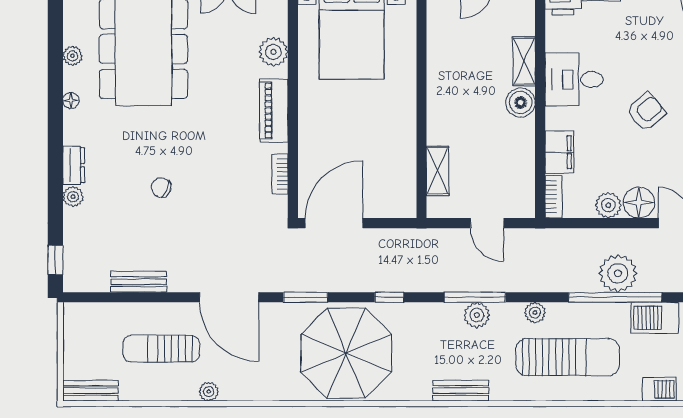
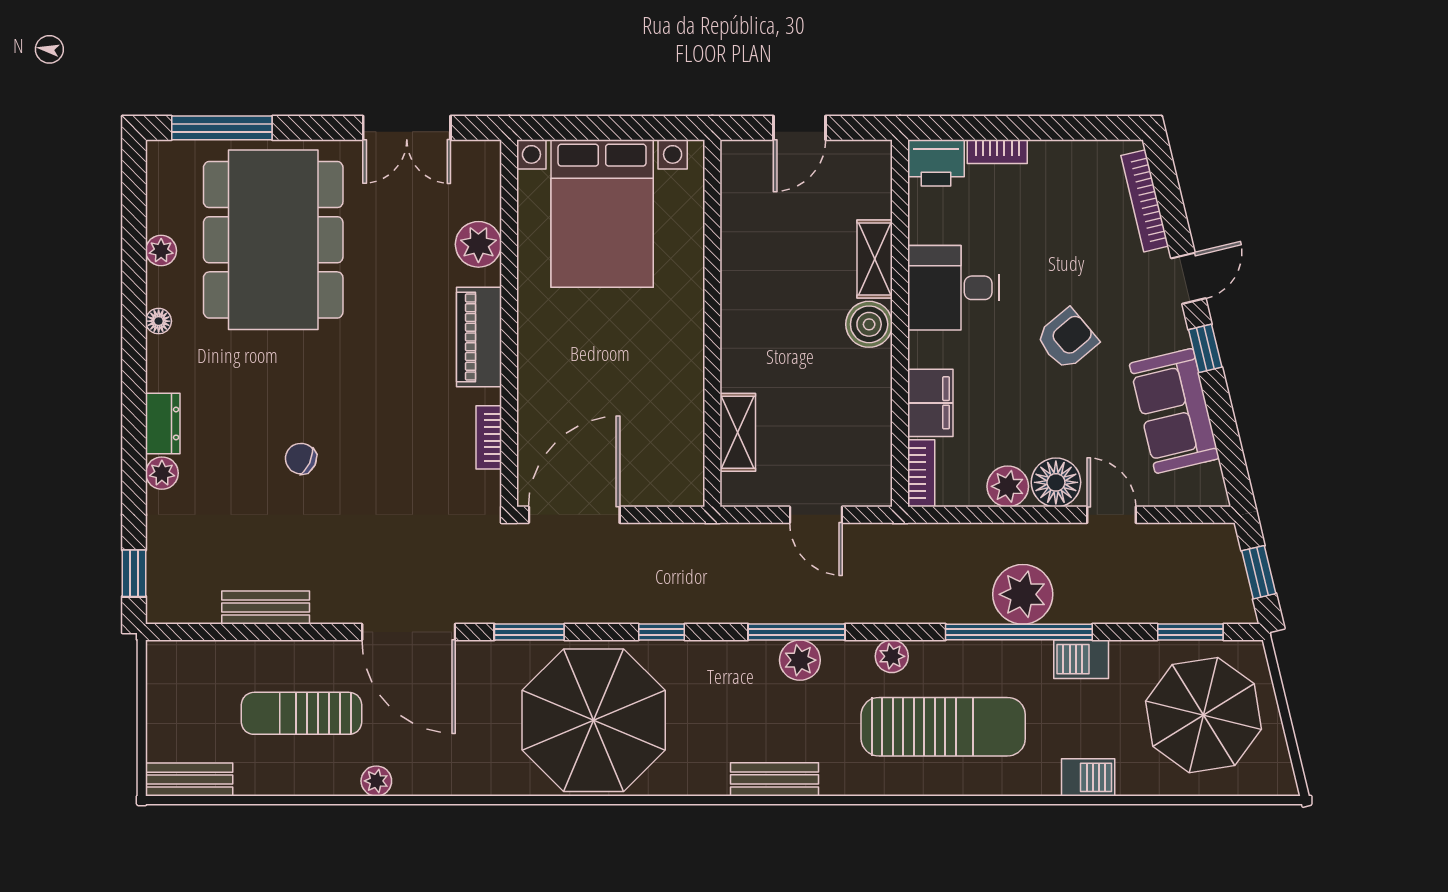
barbecue: (655, 318) -> (1081, 659), width x0.73, depth x0.79

